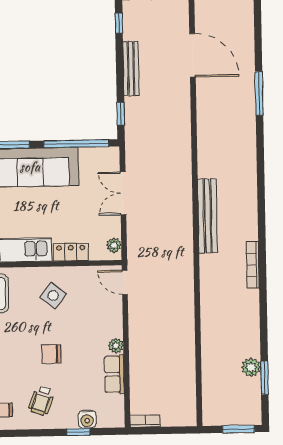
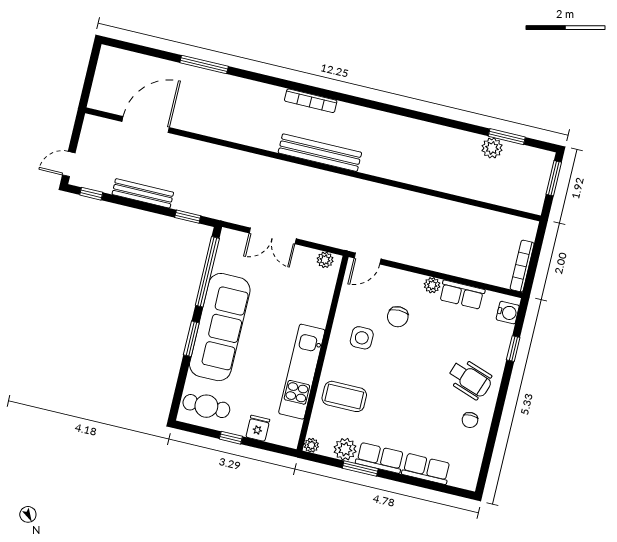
locker: (71, 252) -> (321, 307), removed
bookcase: (253, 265) -> (311, 101), moved
side table: (53, 295) -> (362, 338), turned -38
chair: (51, 354) -> (398, 317), moved
wheelchair: (41, 401) -> (470, 379), width x1.36, depth x1.37
water cooler: (87, 419) -> (508, 313), moved
bookcase: (145, 421) -> (522, 266), width x1.56

